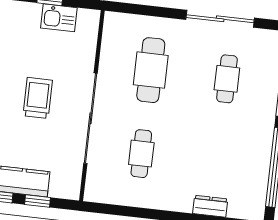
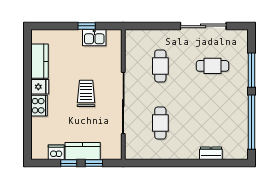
cafe table: (151, 70) -> (160, 66), width x0.73, depth x0.74
cafe table: (227, 79) -> (212, 66), turned 90

